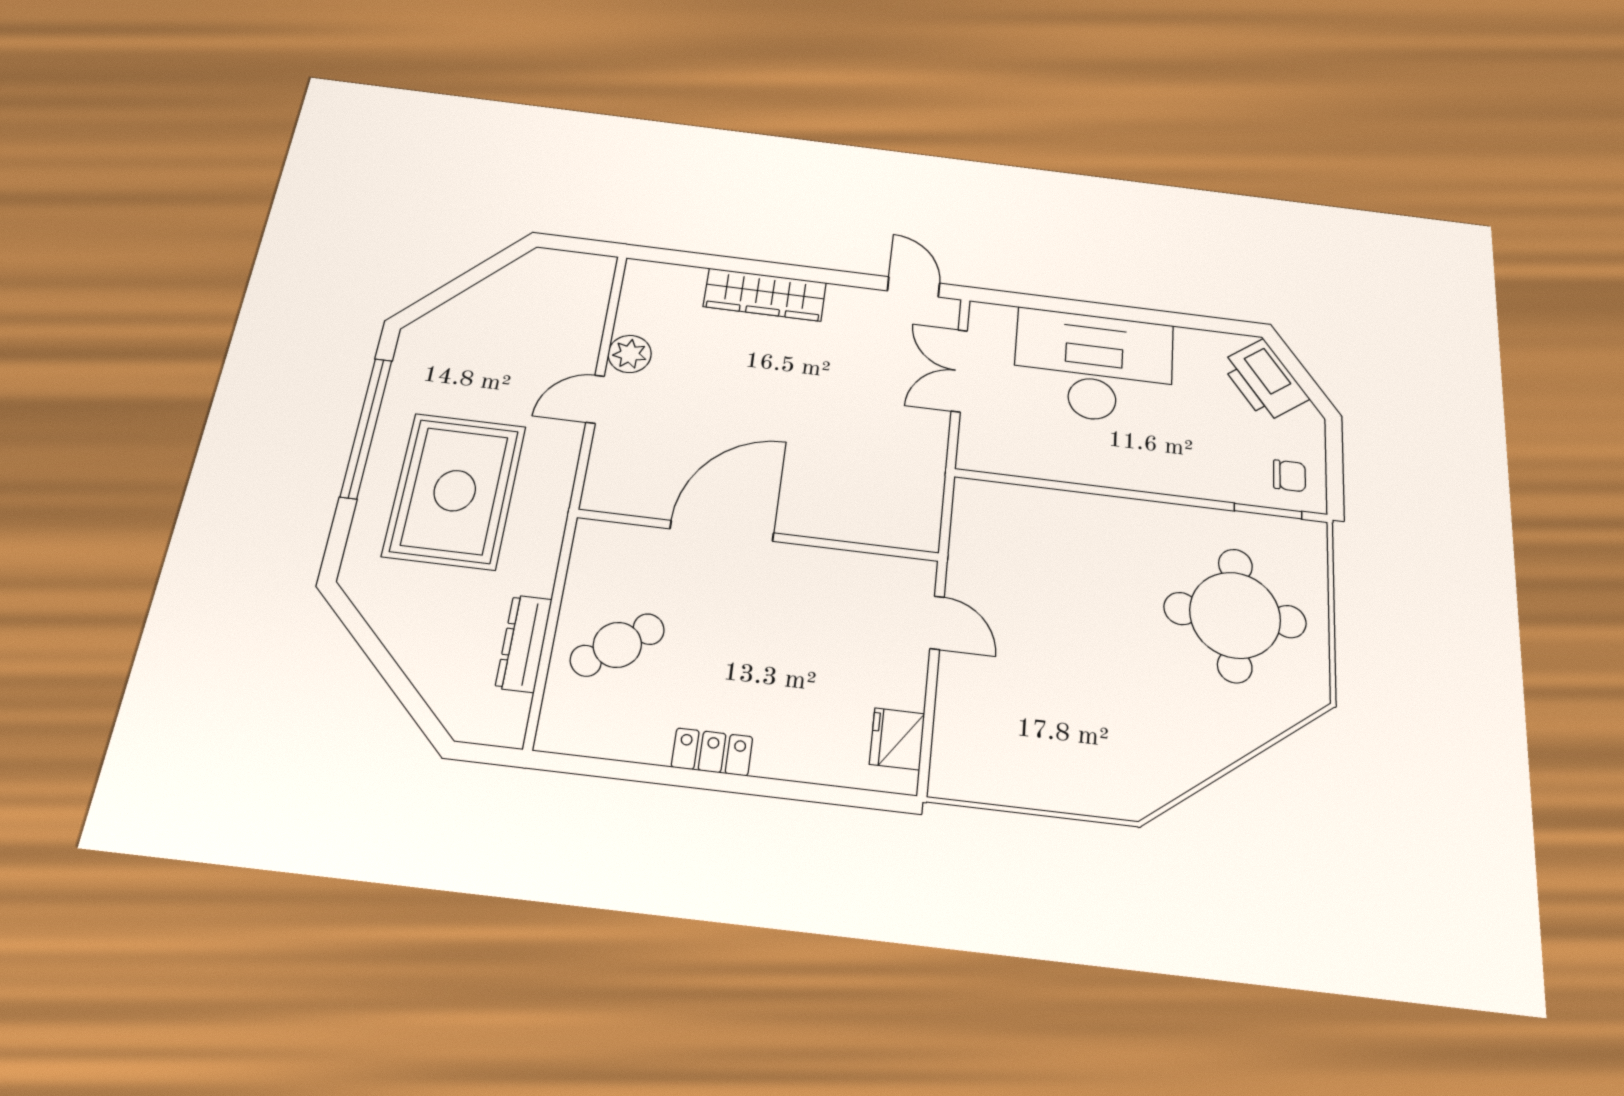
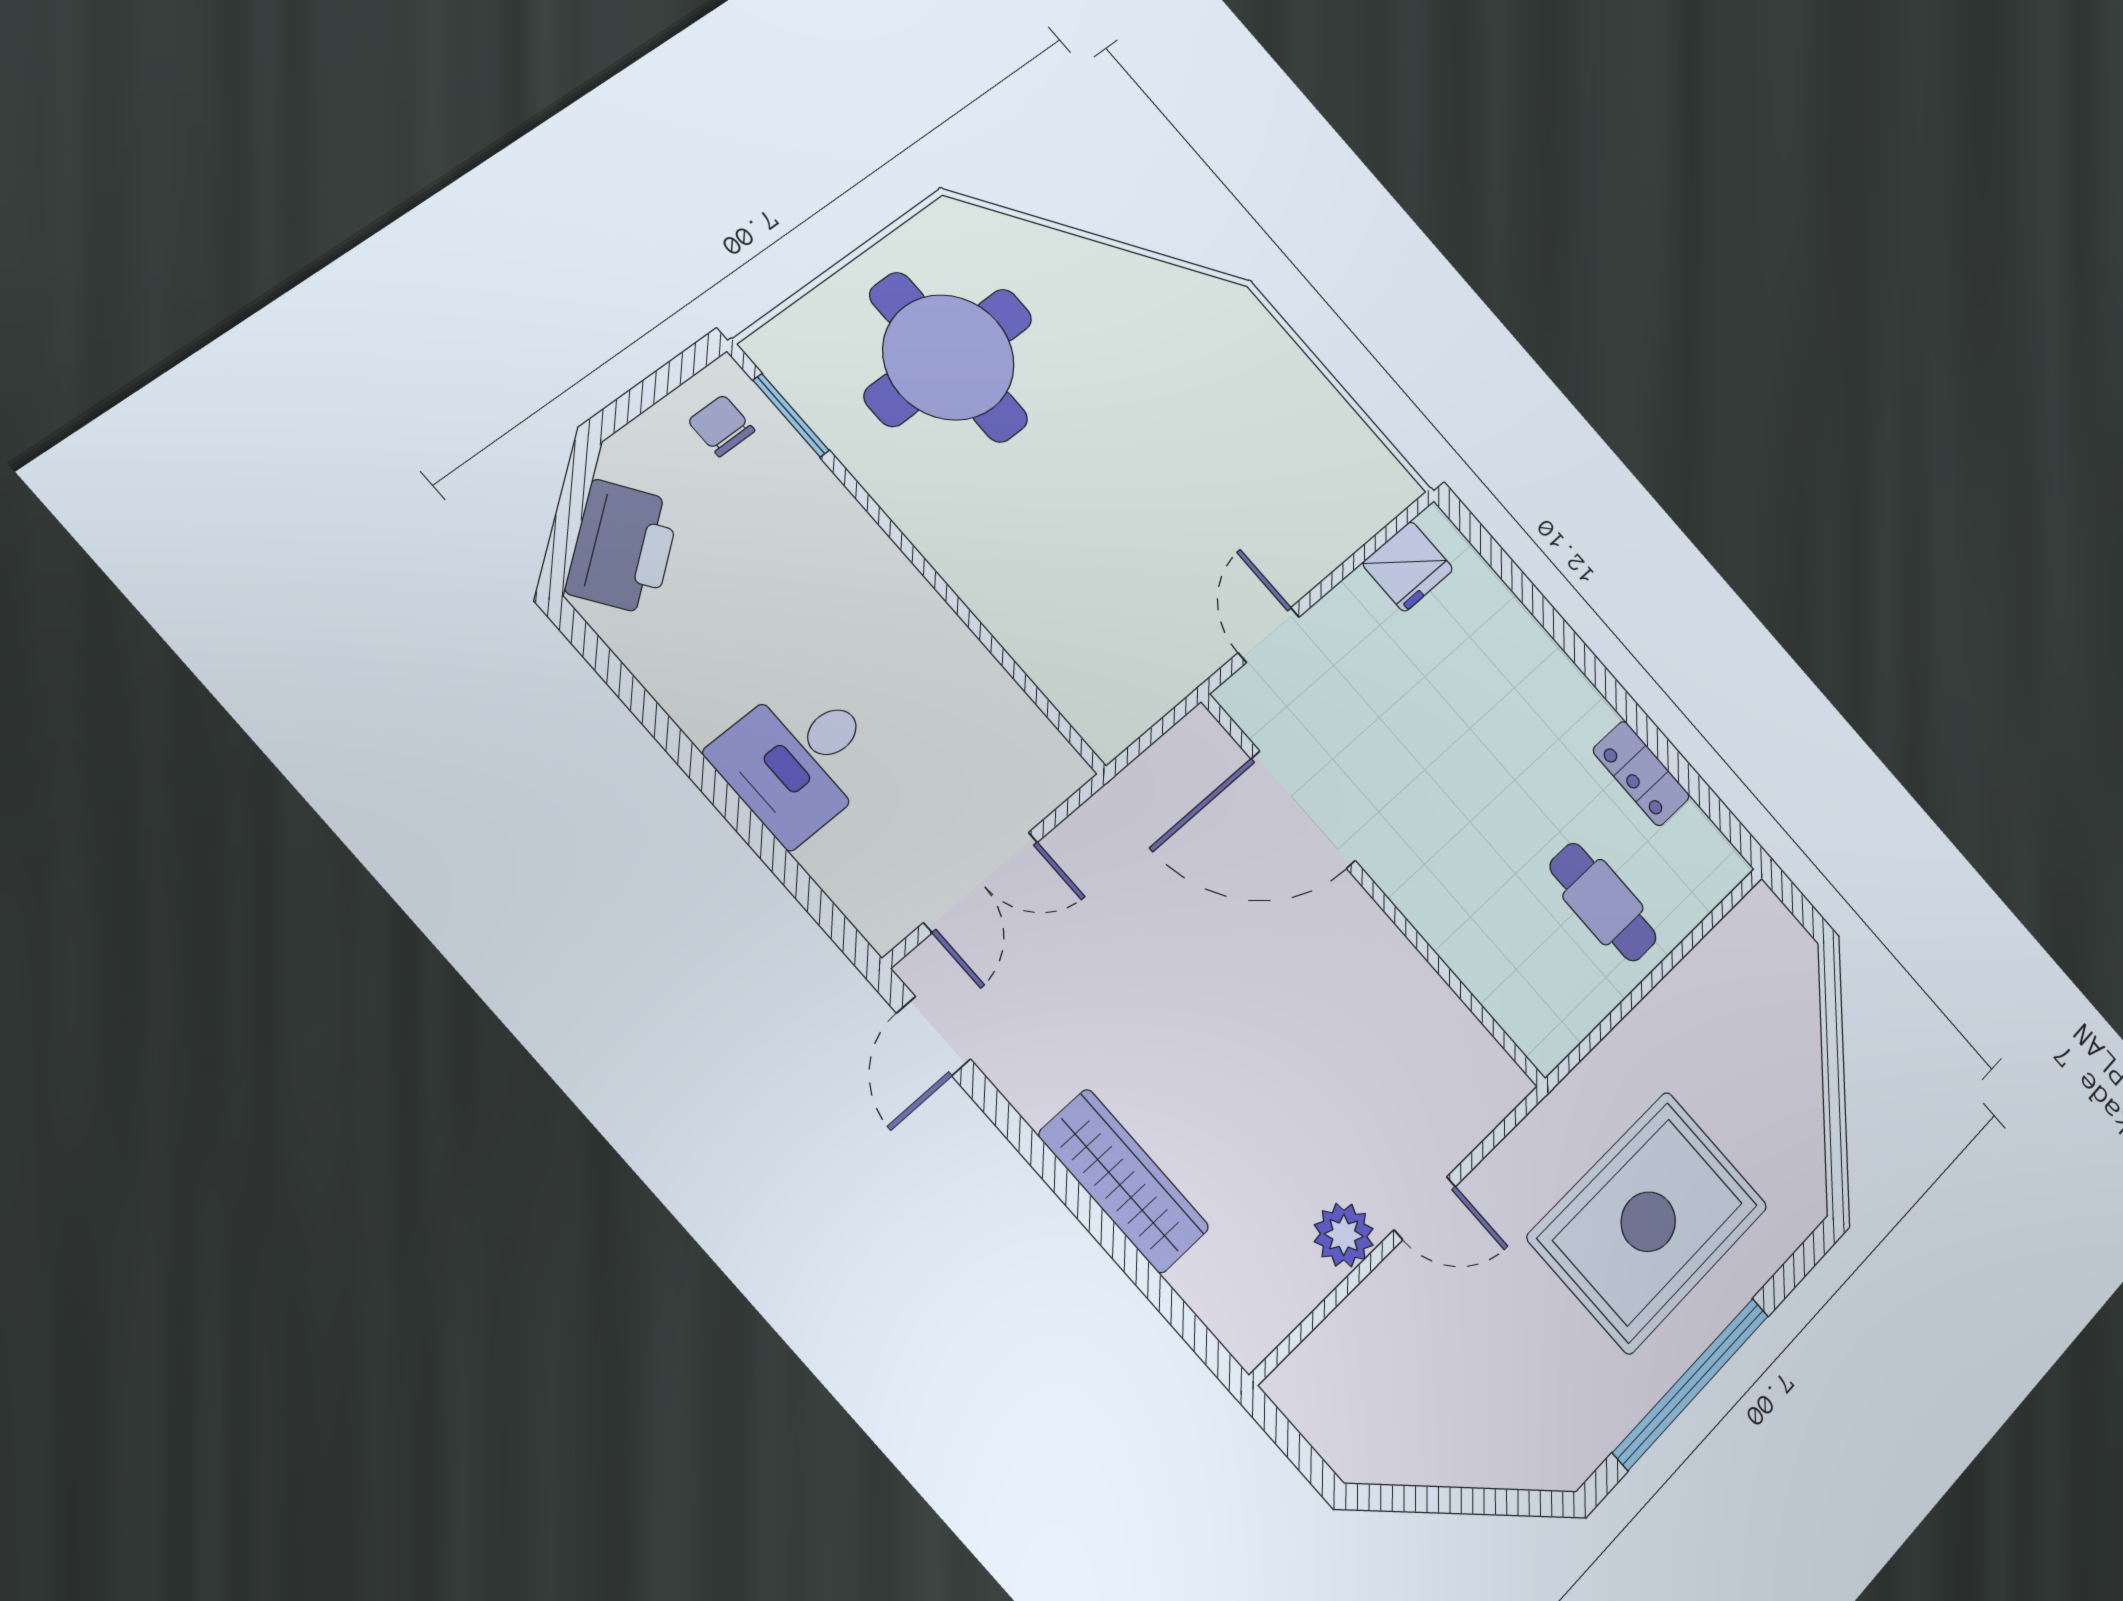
desk: (1093, 367) -> (799, 759), width x0.53, depth x0.77
door: (722, 531) -> (1303, 810), moved
dresser: (524, 643) -> (1691, 985), removed
cafe table: (617, 645) -> (1603, 902), turned 36
locker: (712, 752) -> (1641, 774), moved

